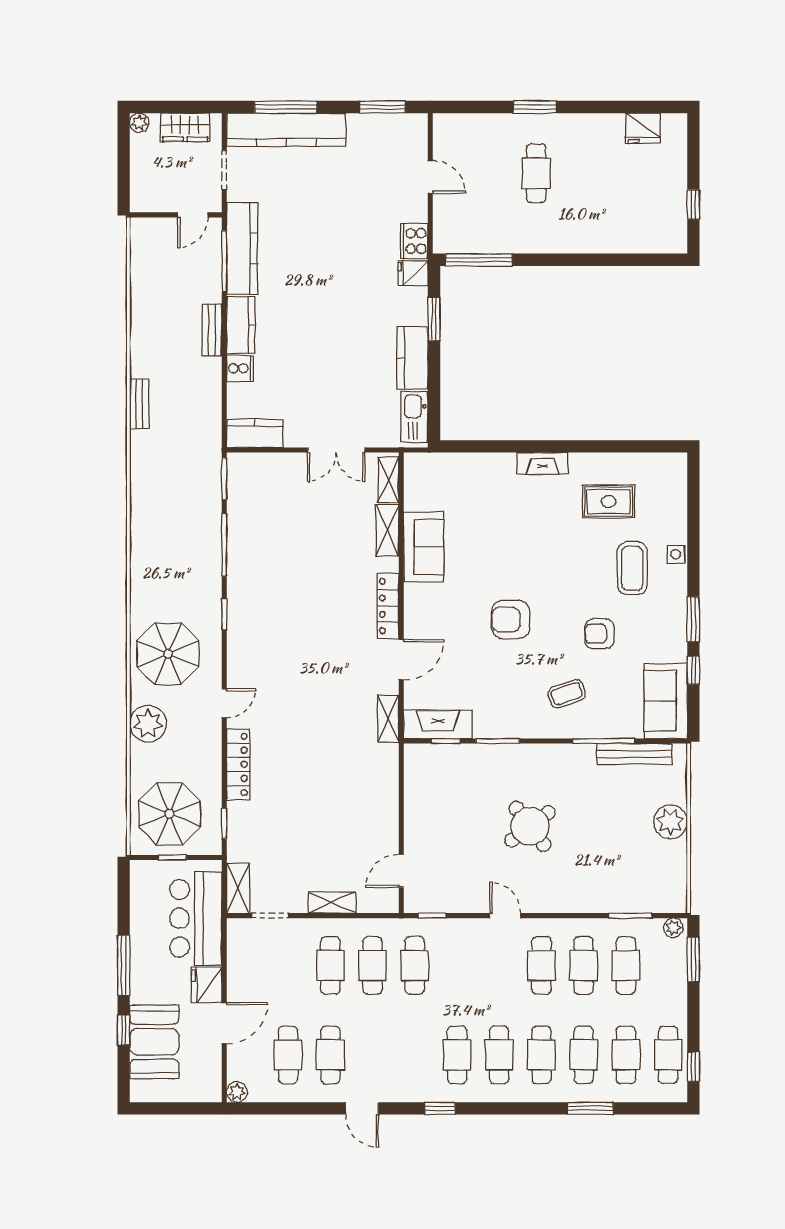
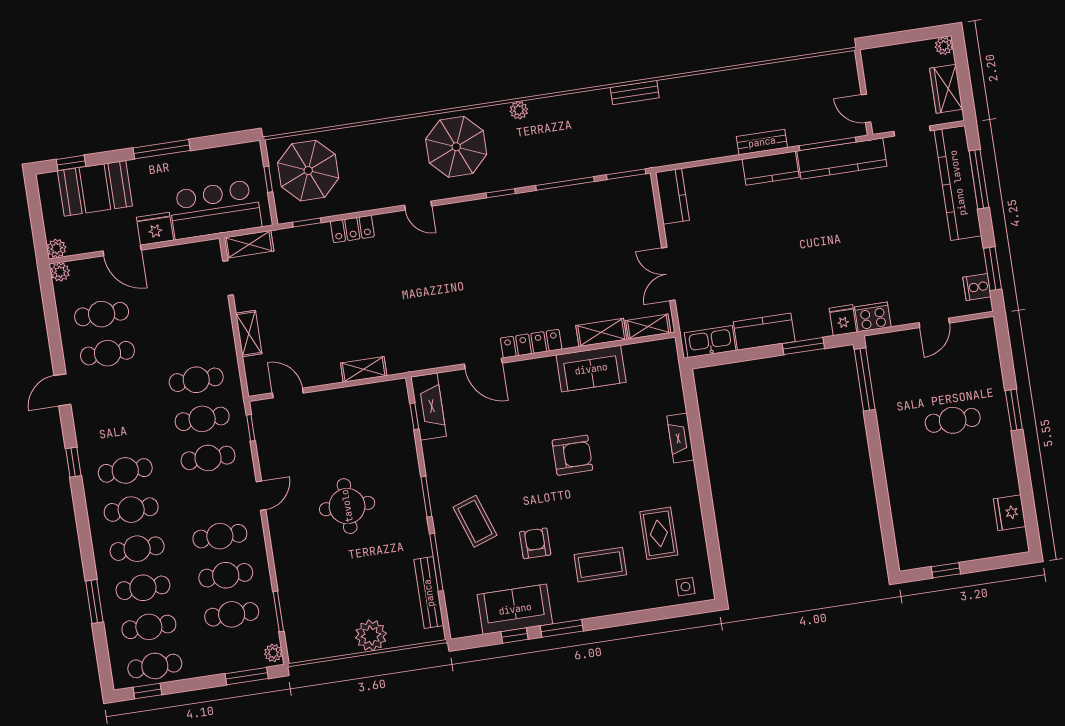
cooker: (240, 368) -> (977, 287), moved, turned 90
bench: (139, 404) -> (635, 92), moved
fireplace: (543, 463) -> (681, 438), moved
side table: (676, 554) -> (685, 587), moved
armchair: (511, 619) -> (572, 455), moved, turned 90
coffee table: (567, 694) -> (475, 521), width x1.36, depth x1.30
sofa: (666, 701) -> (515, 609), moved
shelving: (388, 719) -> (364, 369), moved
plant: (148, 724) -> (519, 110), moved, width x0.53, depth x0.53
window: (498, 741) -> (426, 497), moved
locker: (238, 764) -> (352, 229), width x0.66
round table: (530, 826) -> (347, 506), turned 37
cafe table: (330, 965) -> (208, 458), moved
window: (124, 1030) -> (71, 163), moved
plant: (211, 1092) -> (56, 248), added

